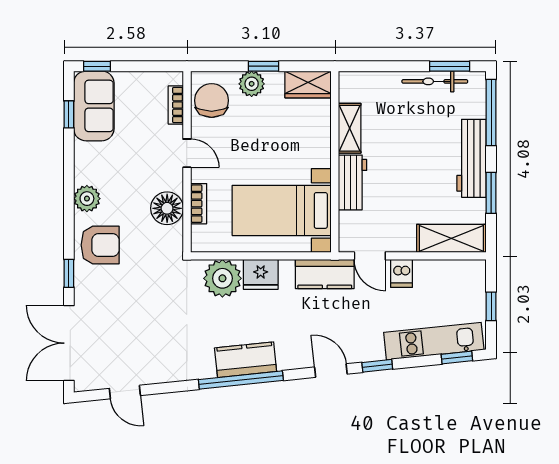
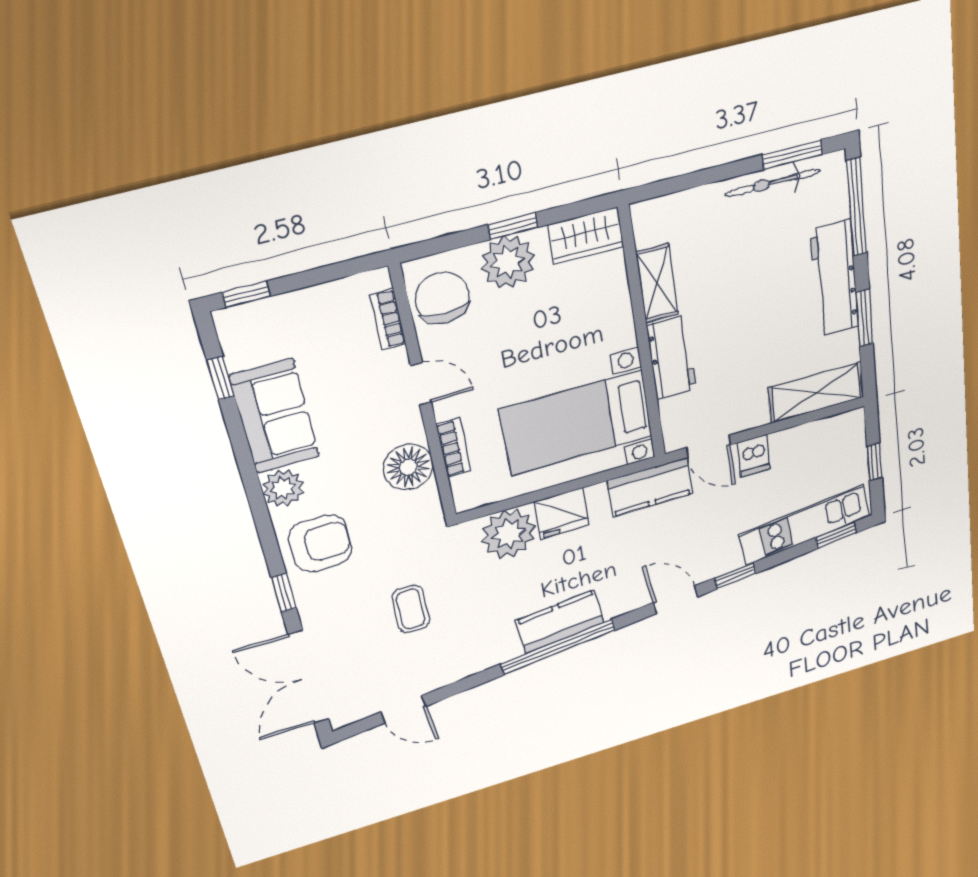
plant: (252, 84) -> (508, 262), width x1.36, depth x1.36
sofa: (94, 106) -> (275, 416), moved
coffee table: (147, 314) -> (411, 609), added

